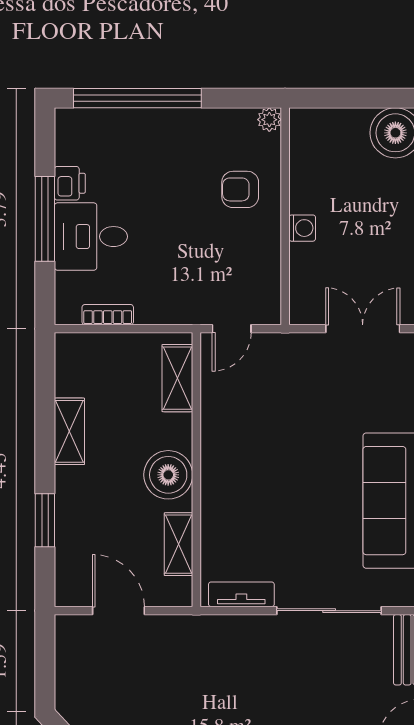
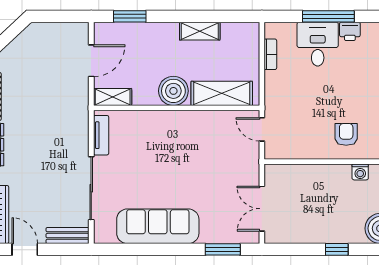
washing machine: (302, 228) -> (360, 172), moved
double door: (363, 329) -> (262, 209), swing flipped
shelving: (177, 378) -> (222, 93), width x1.50, depth x1.33
window: (45, 520) -> (130, 16), moved
shelving: (178, 544) -> (113, 97), moved

